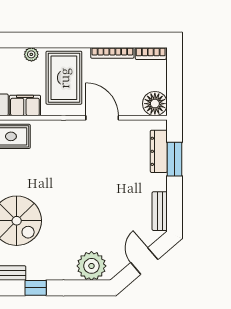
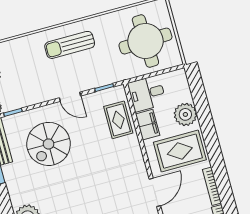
plant: (31, 54) -> (185, 114), width x1.88, depth x1.88

